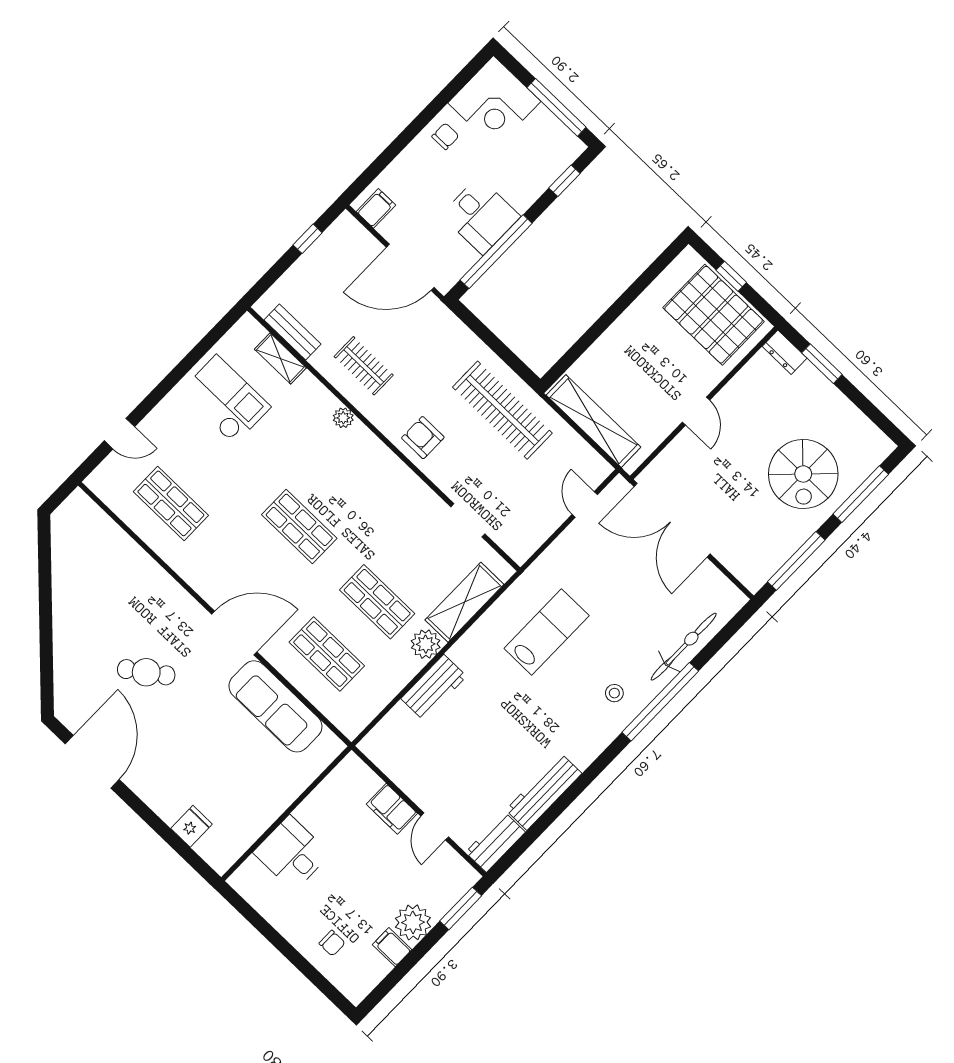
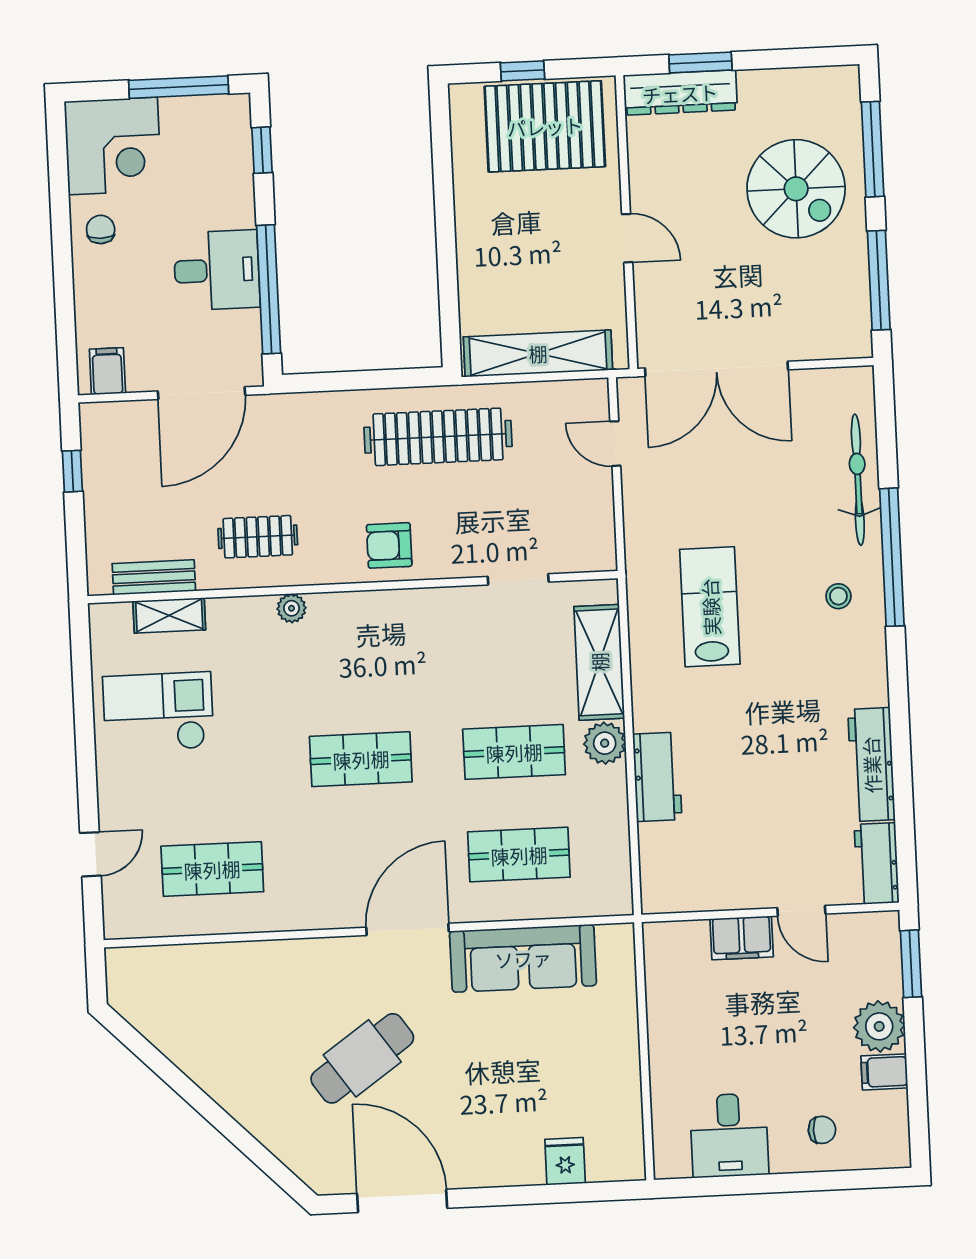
dresser: (785, 352) -> (680, 93), width x1.96, depth x1.24
cafe table: (146, 672) -> (362, 1058), width x1.37, depth x1.35
desk: (292, 853) -> (729, 1135), moved, turned -90

